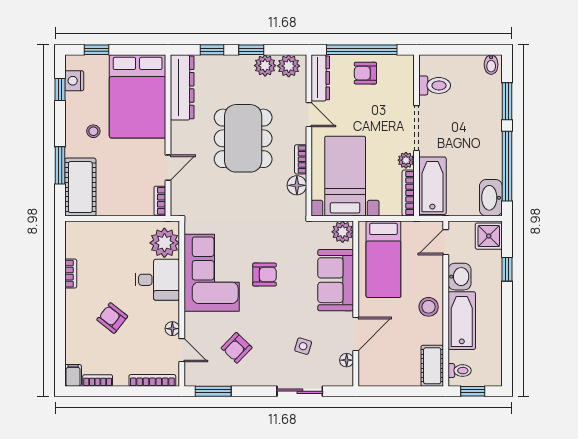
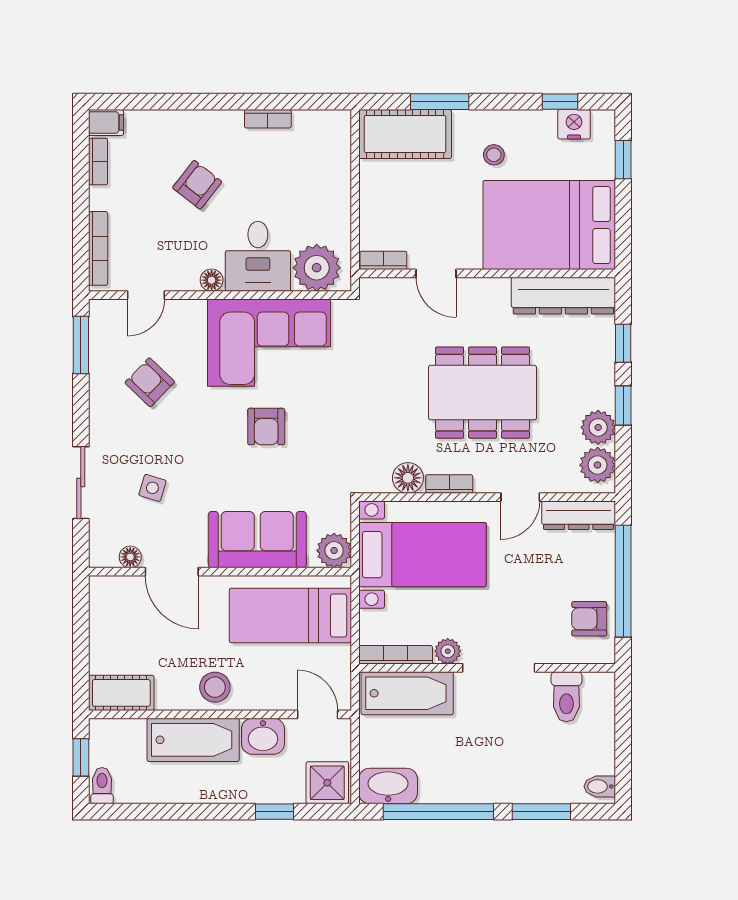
armchair: (365, 73) -> (589, 619), moved, turned -90
floor lamp: (172, 329) -> (212, 280), moved
toilet: (460, 371) -> (102, 786), moved, turned 180

